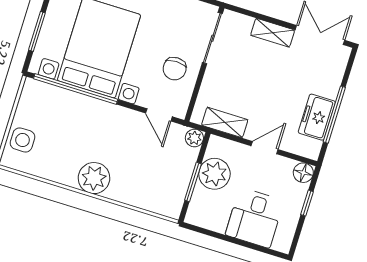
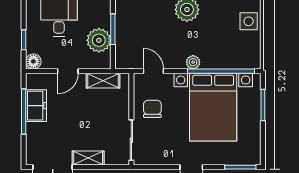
plant: (194, 138) -> (193, 62), moved

